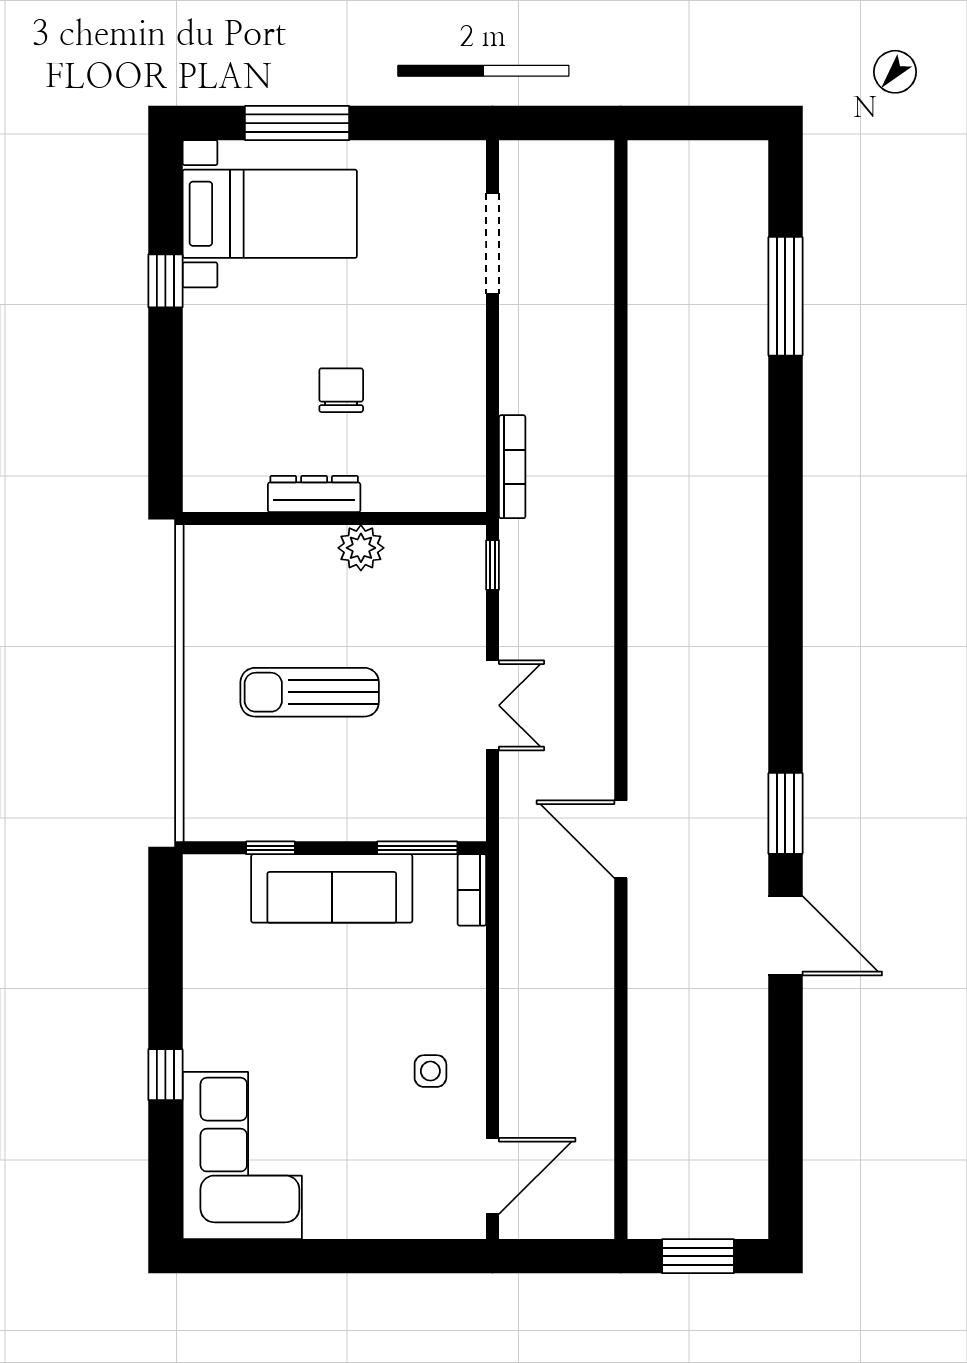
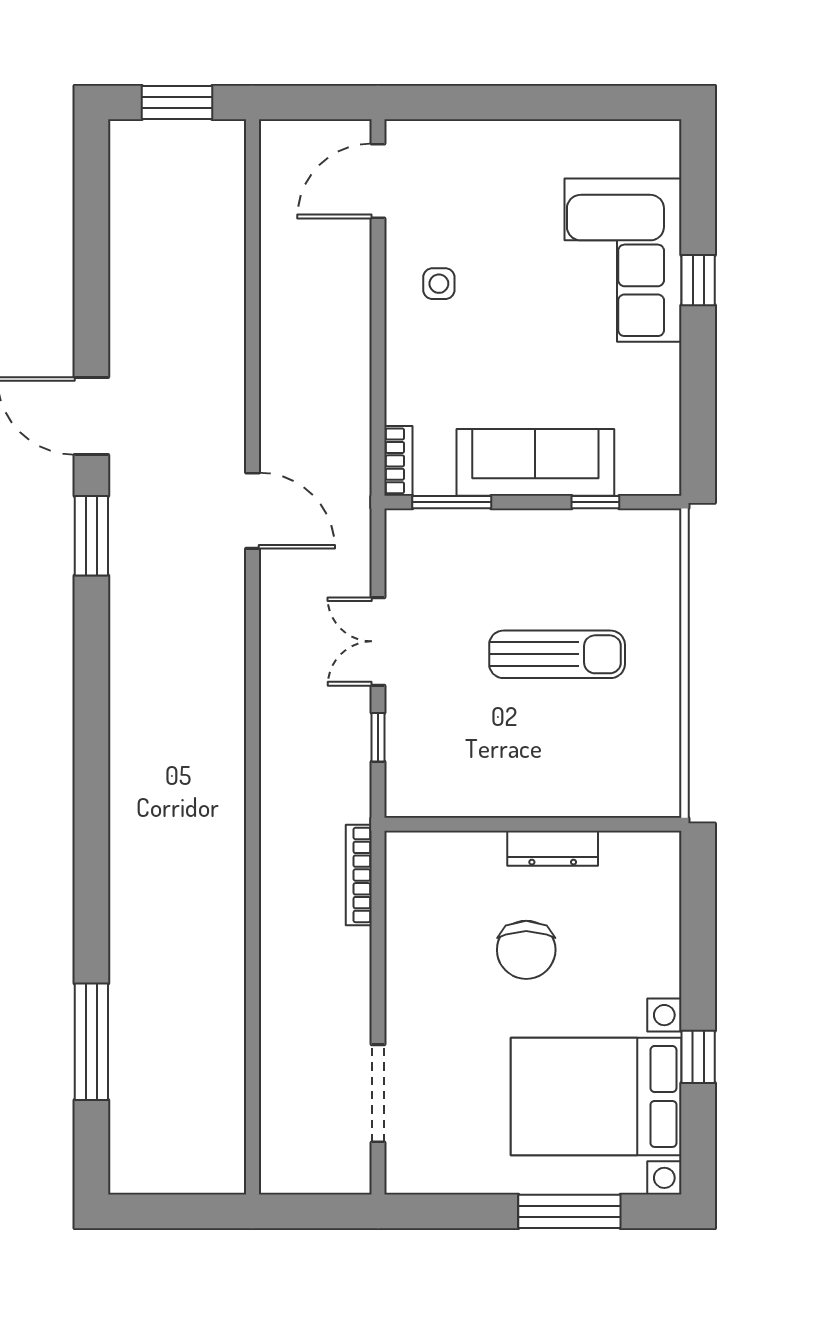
bed with nightstands: (270, 214) -> (596, 1096), width x1.36
chair: (341, 390) -> (526, 950), width x1.37, depth x1.37
plant: (361, 548) -> (507, 796), removed
window: (493, 565) -> (378, 737), moved
corner sofa: (242, 1156) -> (623, 260), moved

